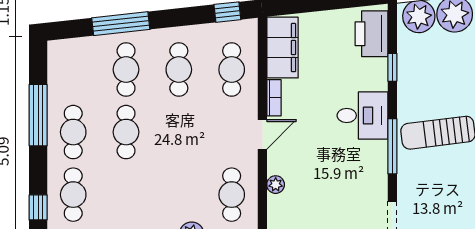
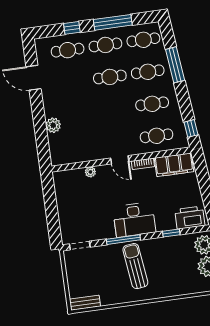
desk: (362, 115) -> (134, 220), width x1.37
cafe table: (232, 195) -> (143, 40), moved
window: (38, 207) -> (72, 28), moved

